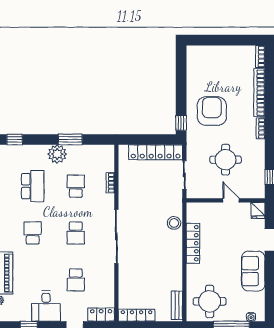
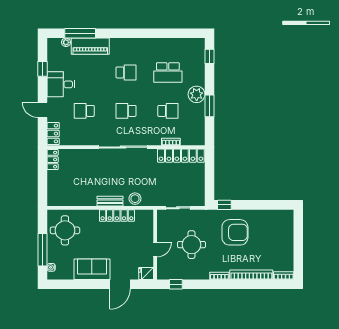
locker: (156, 152) -> (181, 156), moved, turned -90
bench: (177, 305) -> (110, 201), moved
locker: (137, 315) -> (53, 160), width x0.66

